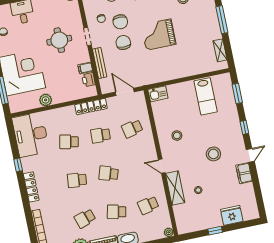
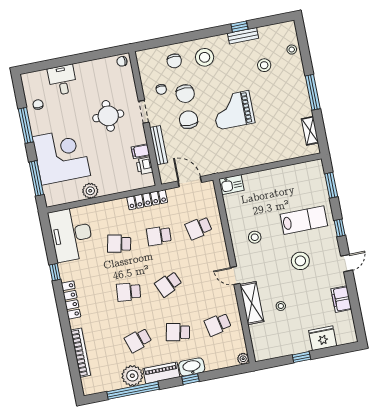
lab bench: (206, 96) -> (304, 220), moved, turned -90
filing cabinet: (244, 173) -> (341, 299), moved
school desk: (109, 174) -> (168, 284), turned -42

